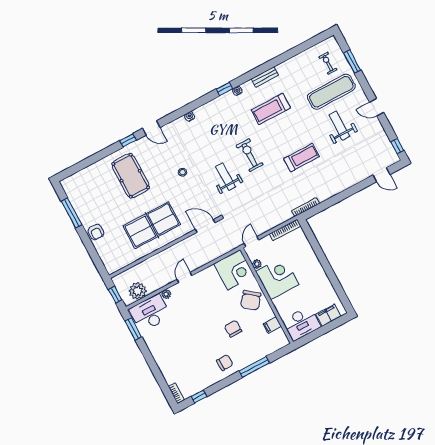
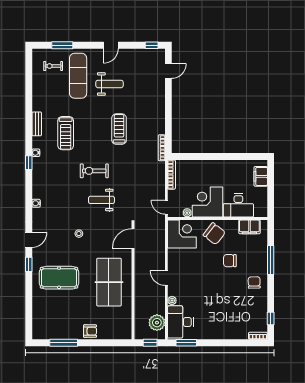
weight bench: (339, 126) -> (110, 84), turned 180
desk: (301, 323) -> (238, 205), moved, turned 90
filing cabinet: (272, 325) -> (249, 227), width x2.00

